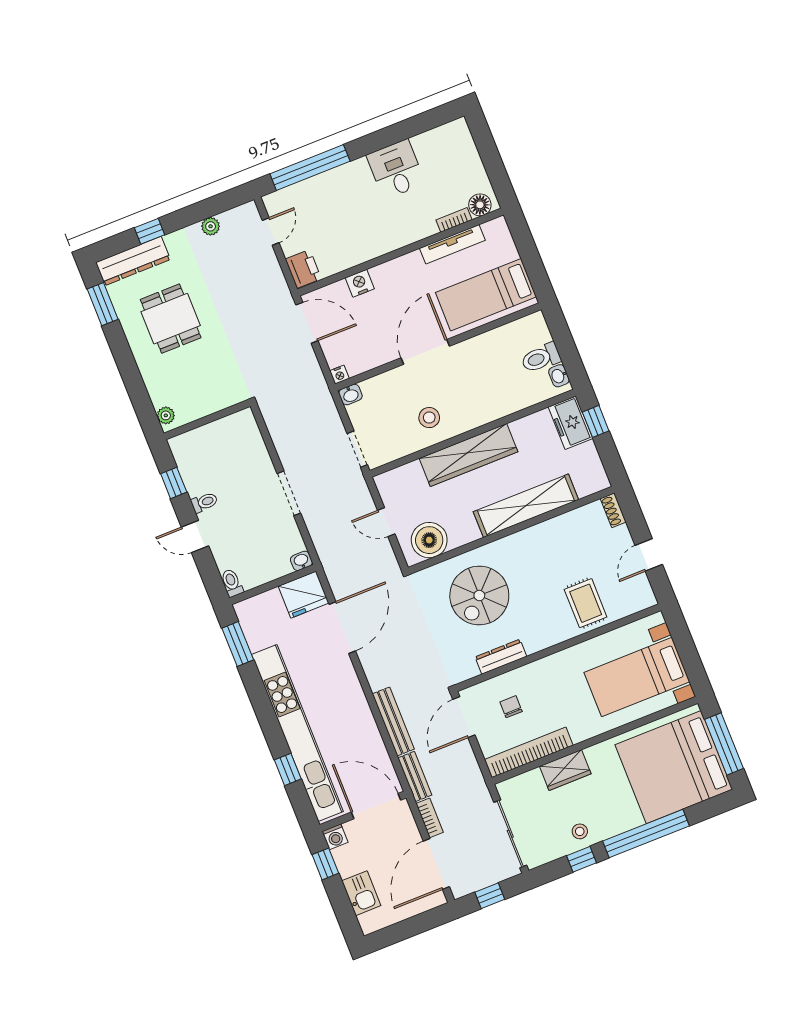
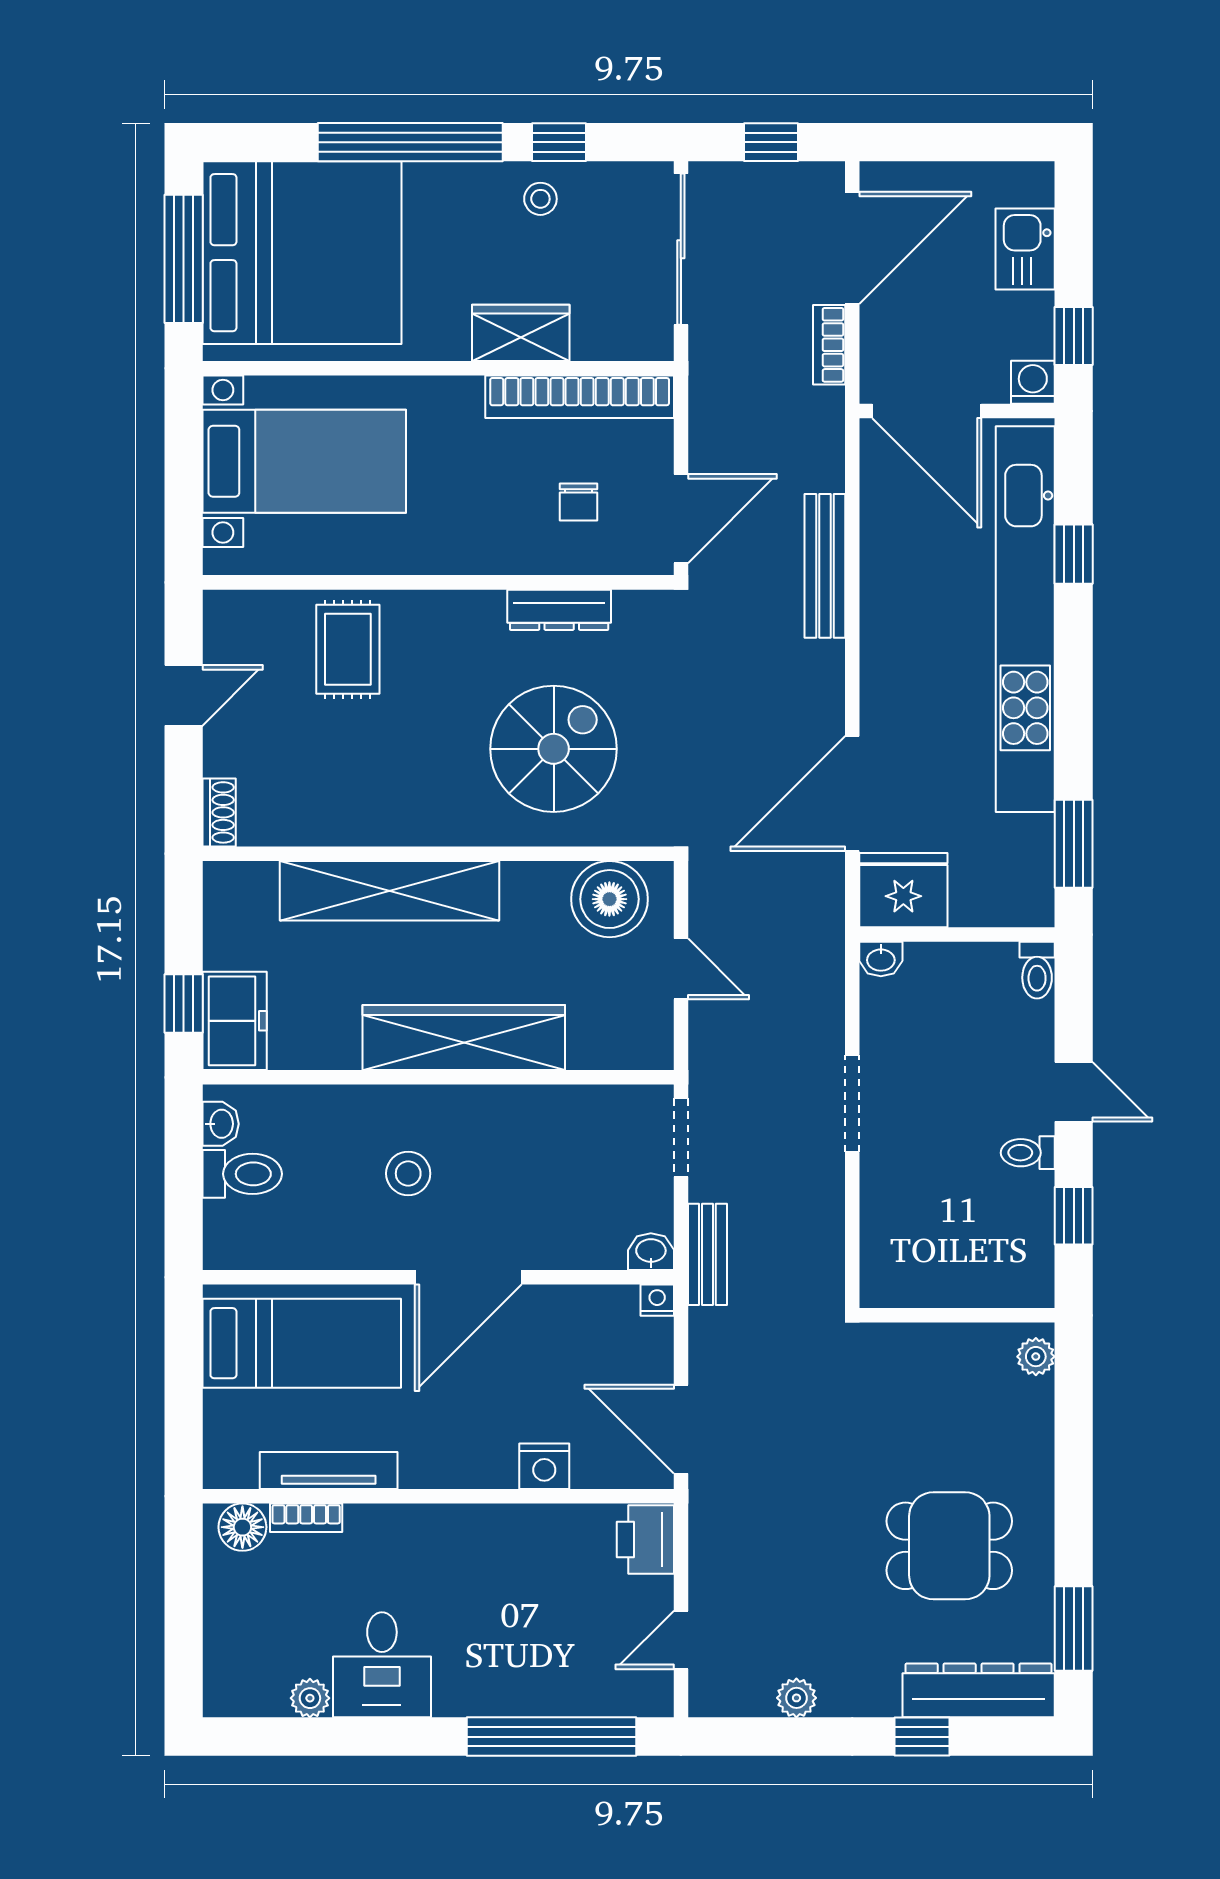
plant: (421, 142) -> (310, 1698), added
dining table: (171, 319) -> (949, 1546), turned 90
stool: (429, 418) -> (408, 1173), moved
bench: (415, 776) -> (707, 1254), moved

